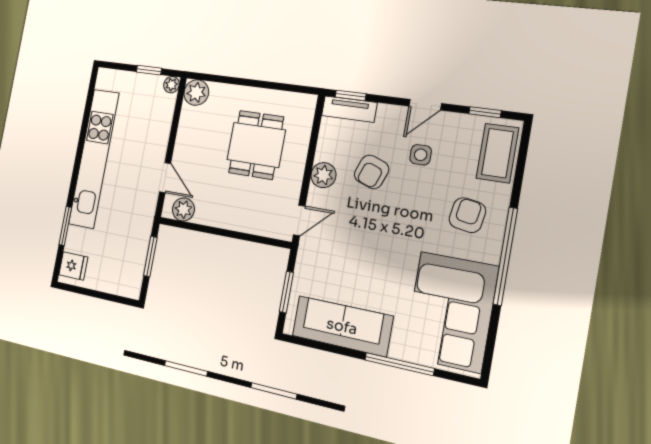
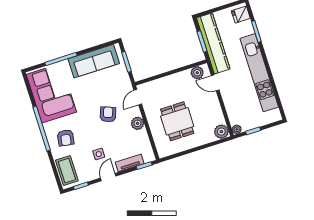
tv unit: (349, 109) -> (130, 163), moved
armchair: (372, 172) -> (108, 114), moved
kitchen counter: (135, 244) -> (213, 43), added

